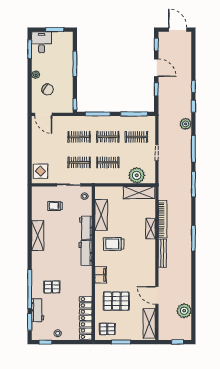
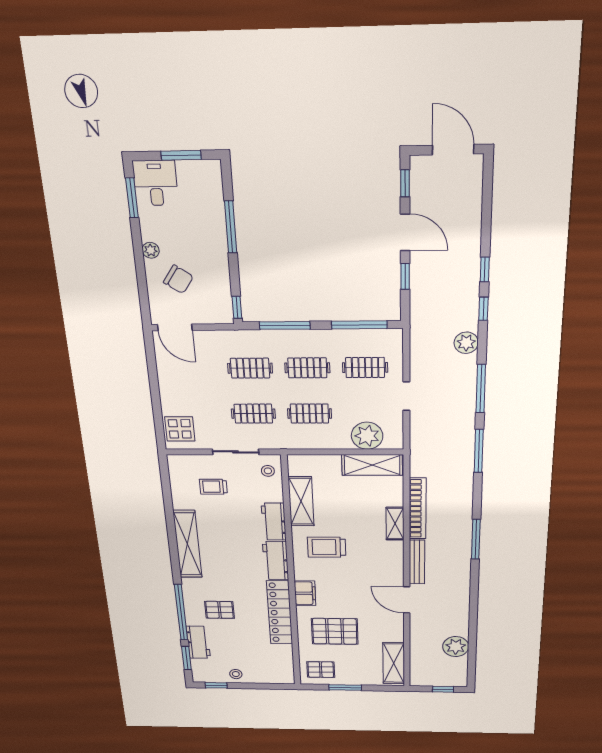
shelving: (38, 236) -> (187, 544), width x1.47
door: (157, 295) -> (407, 600), moved
locker: (86, 318) -> (280, 613), moved

